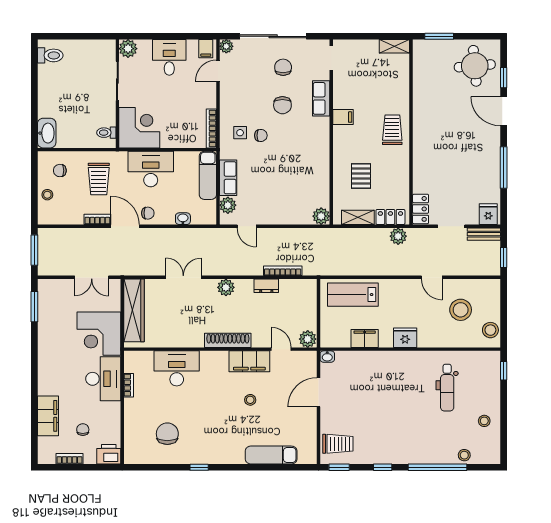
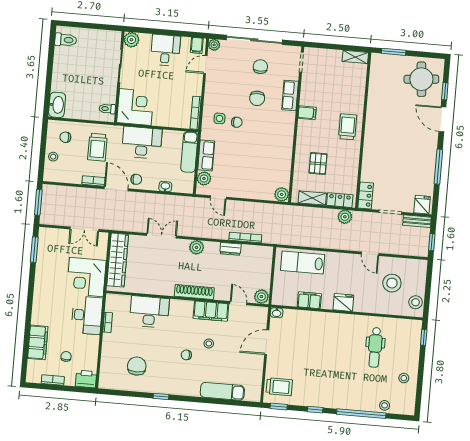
chair: (225, 416) -> (186, 355), added

